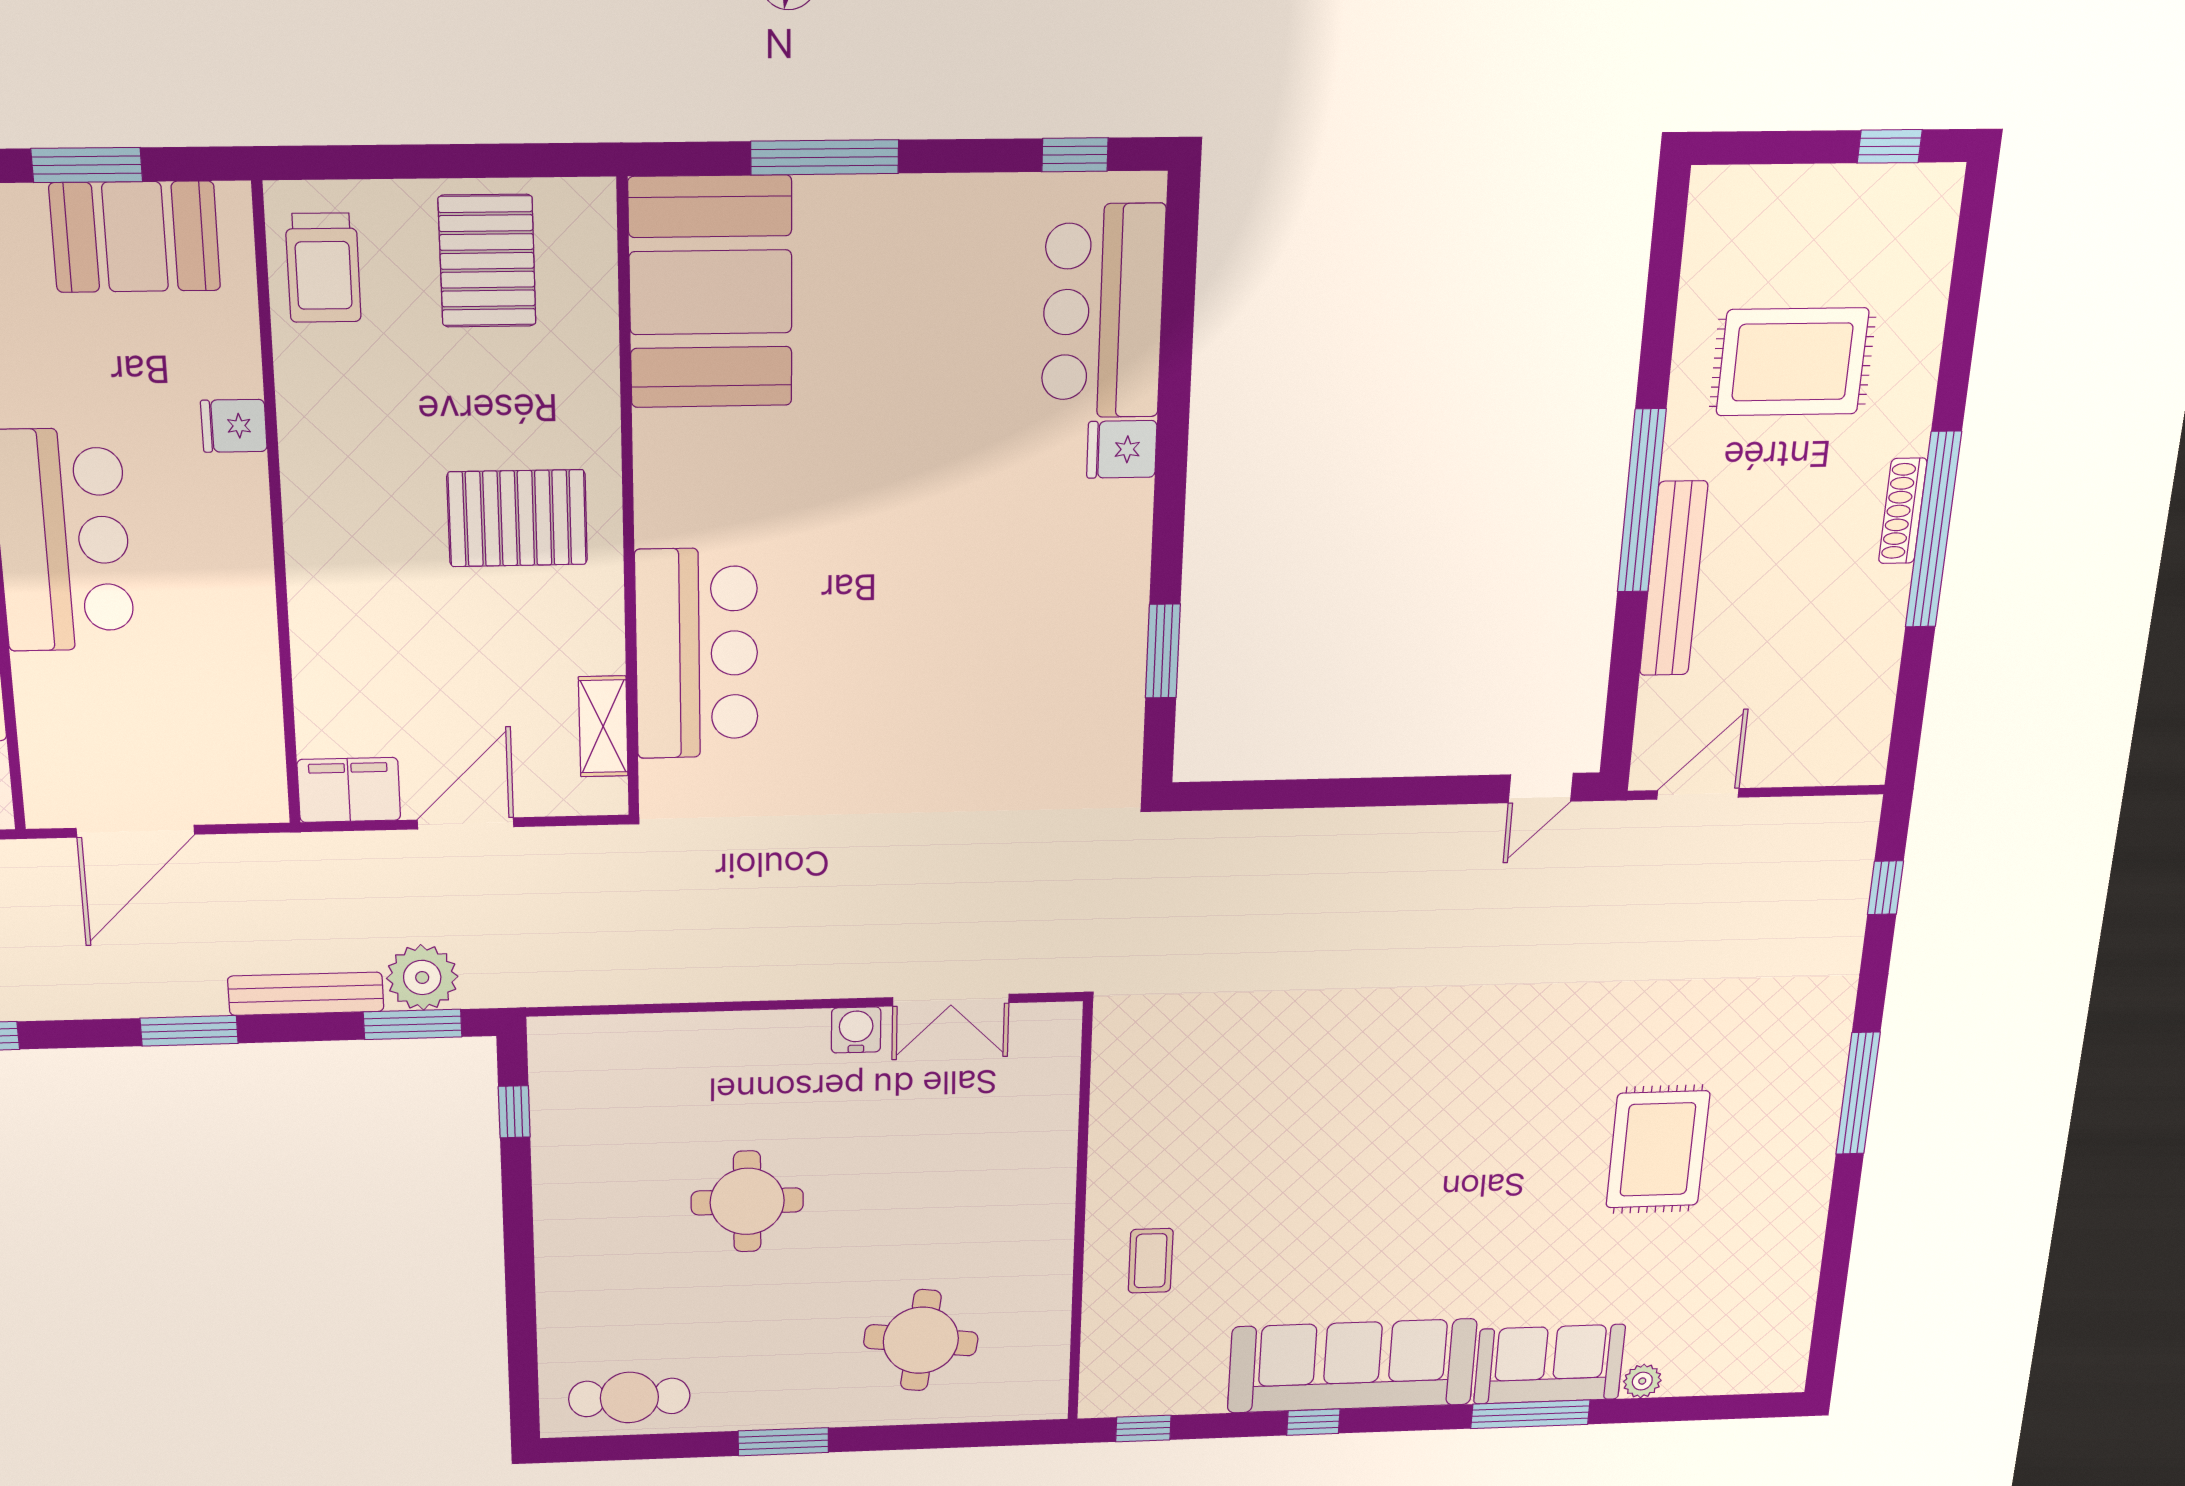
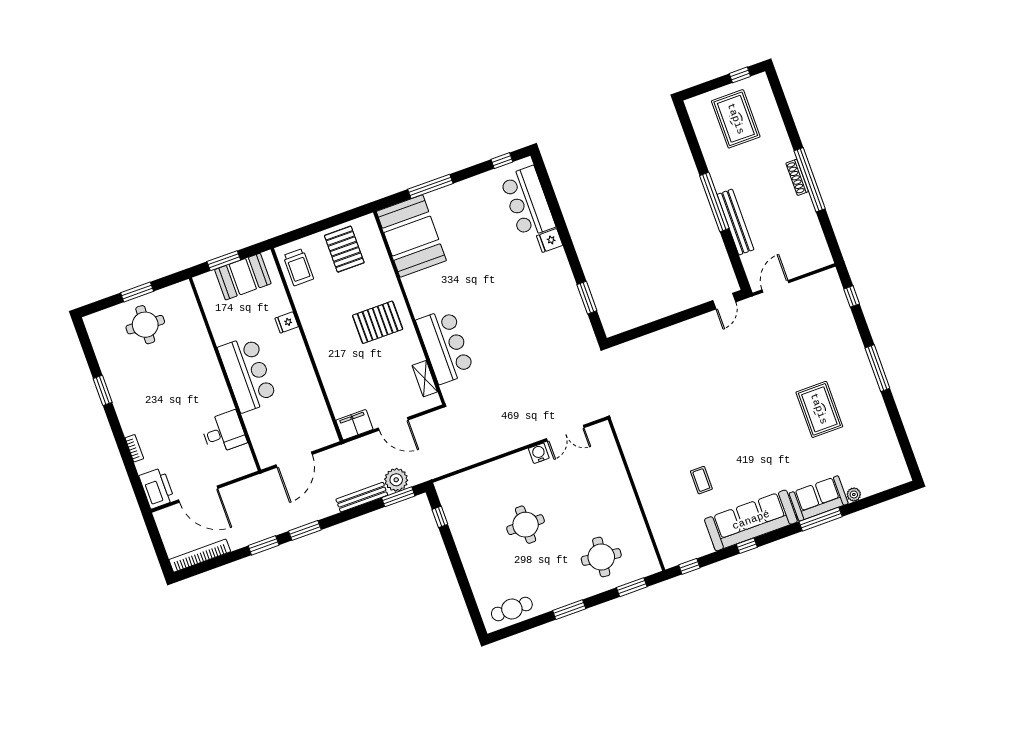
rug: (1792, 362) -> (736, 119), moved, turned 90
door: (466, 823) -> (393, 424), swing flipped
window: (189, 1031) -> (305, 530), moved
coffee table: (1151, 1261) -> (701, 480), moved
window: (971, 1435) -> (632, 587), added

